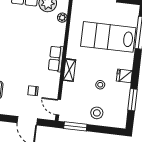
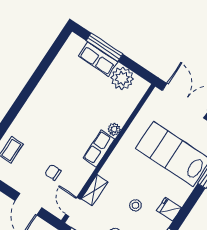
plant: (62, 18) -> (114, 129), moved
shelving: (69, 70) -> (94, 190), moved

